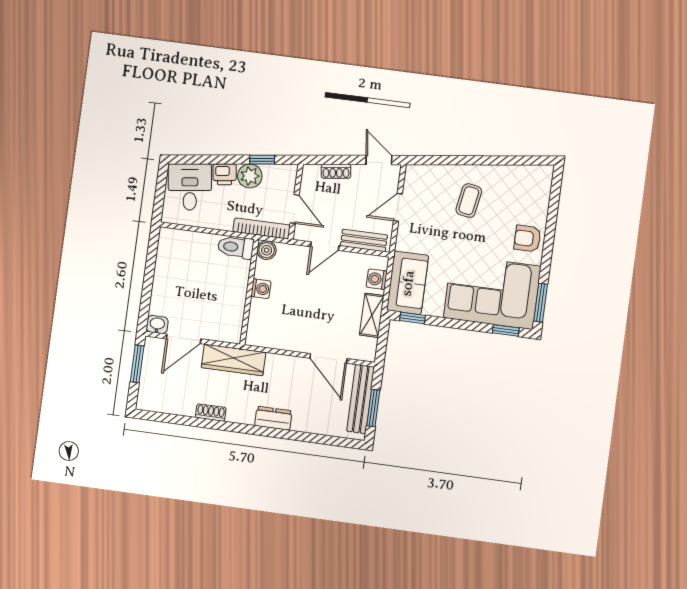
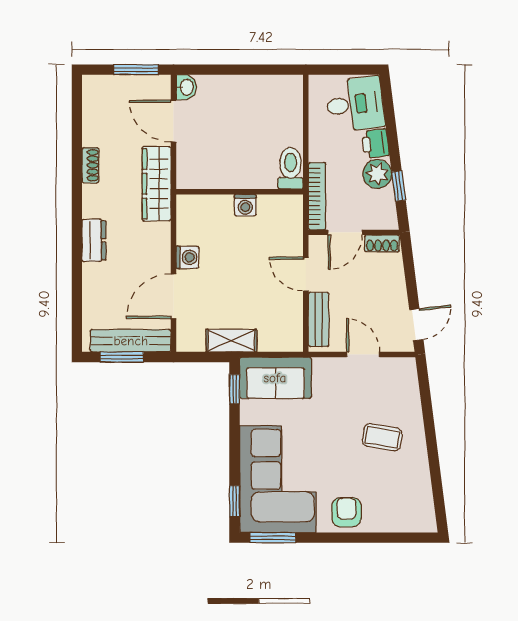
shoe rack: (336, 171) -> (382, 243), moved, turned -83
boiler: (267, 250) -> (292, 206), removed
washing machine: (377, 279) -> (187, 257), moved, turned 90

